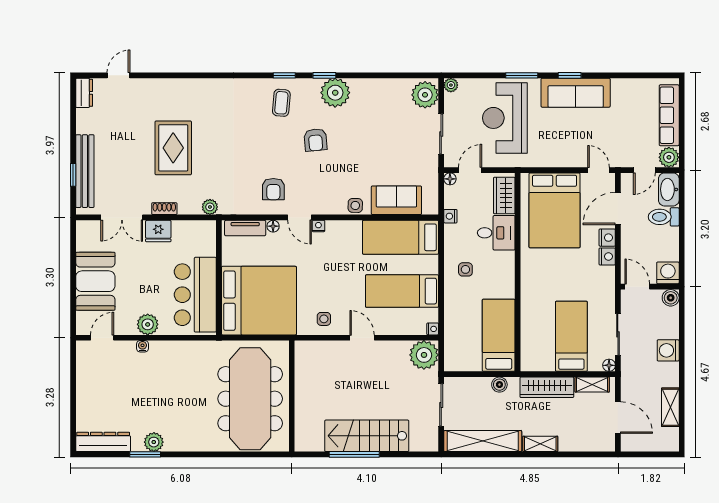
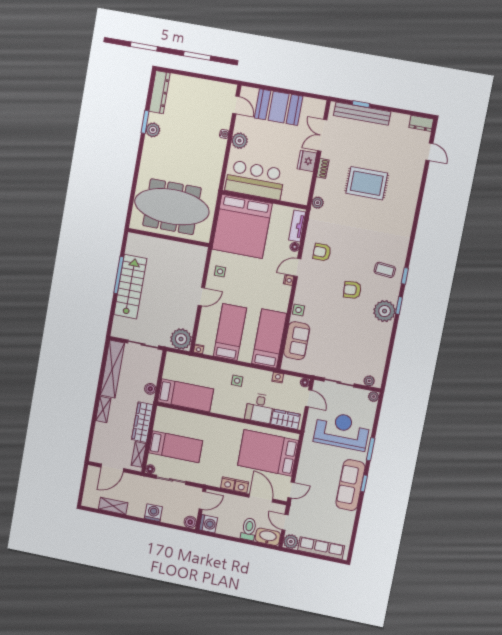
plant: (425, 95) -> (369, 381), width x0.53, depth x0.53

